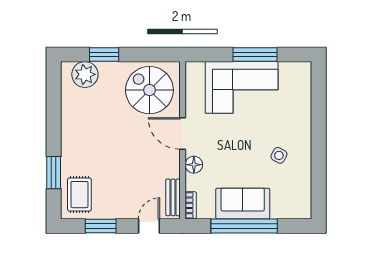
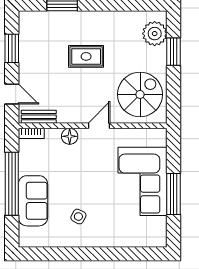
door: (183, 133) -> (99, 126), width x0.73
rug: (79, 195) -> (86, 56), moved
sofa: (243, 204) -> (33, 201), moved

